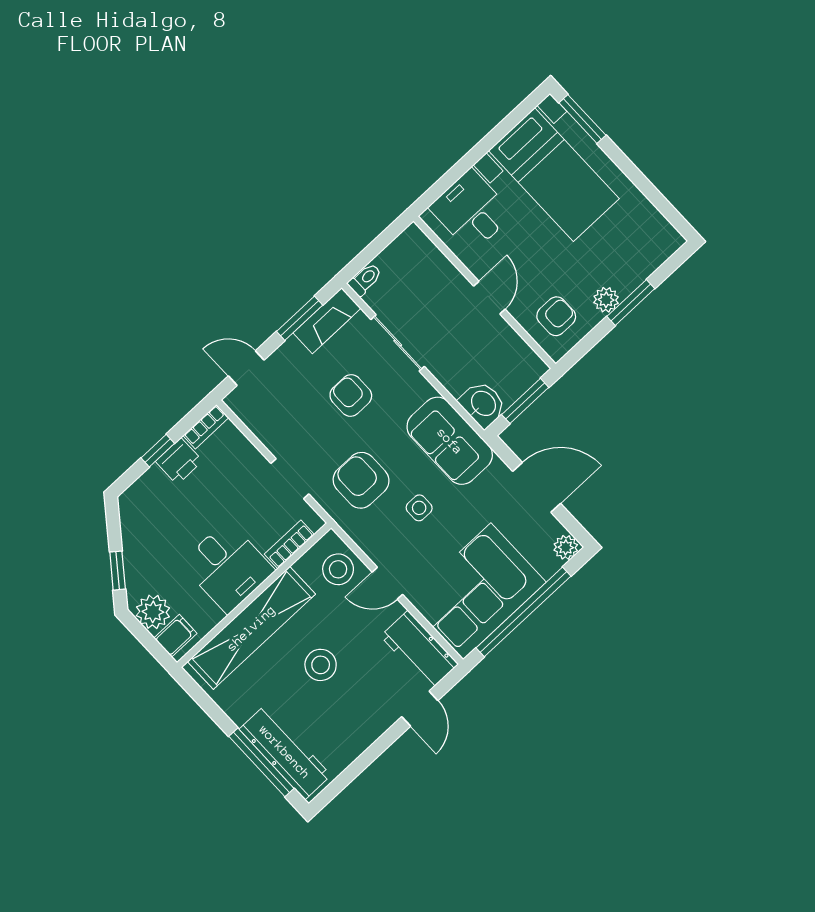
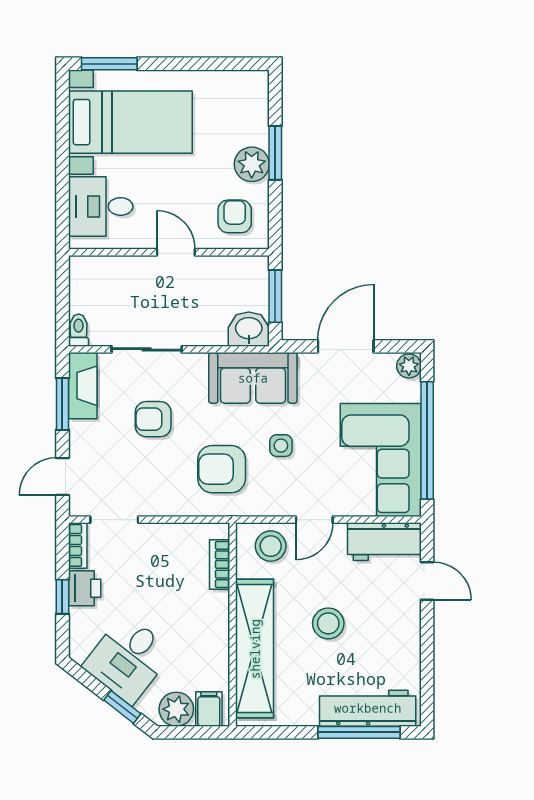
plant: (606, 300) -> (252, 164), width x1.38, depth x1.38
doorway: (290, 479) -> (114, 520), moved
desk: (228, 567) -> (128, 659), moved, turned 128

